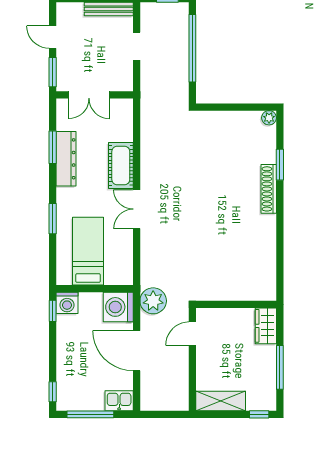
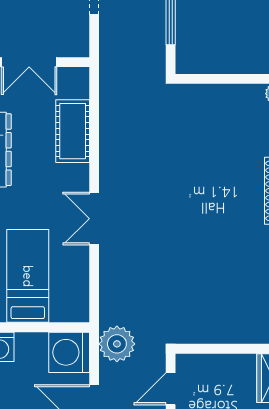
cot: (121, 165) -> (73, 131), moved

